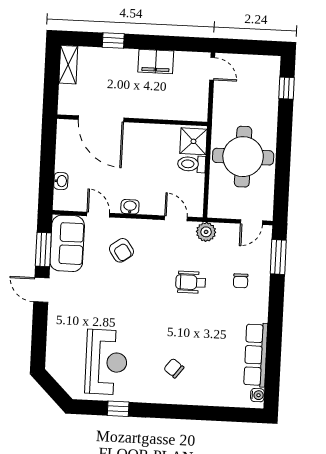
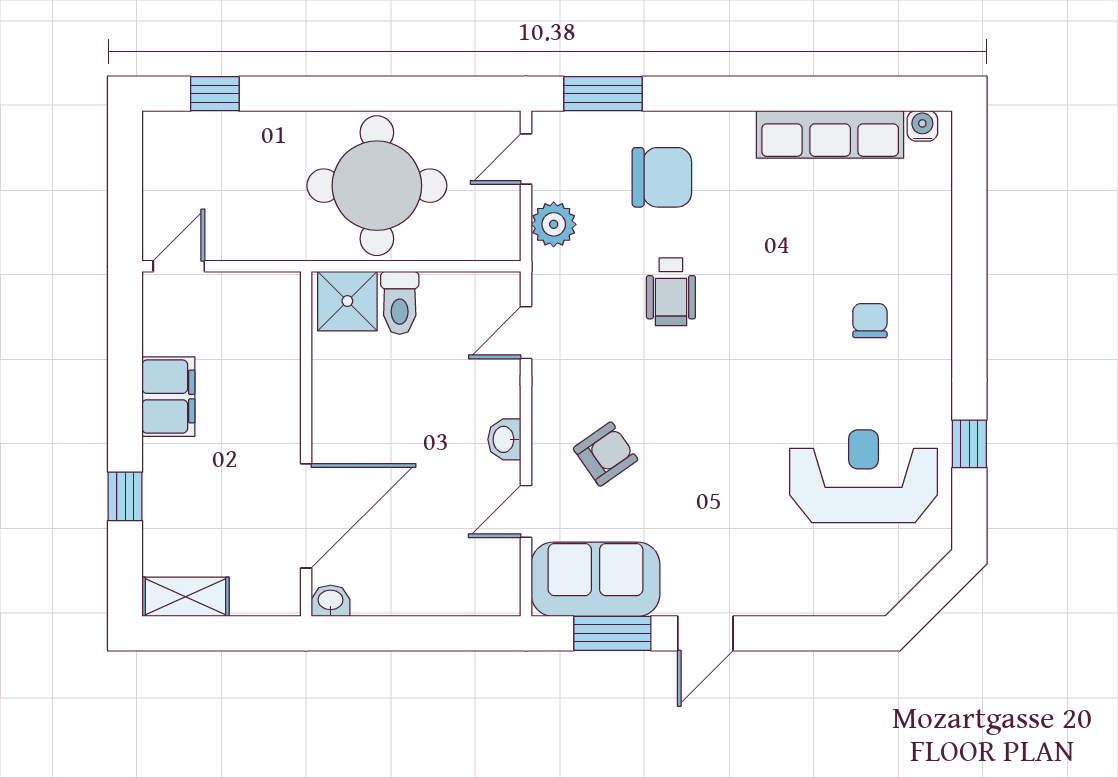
washbasin: (61, 181) -> (331, 601), moved
door: (251, 222) -> (526, 159), swing flipped
plant: (206, 232) -> (554, 224), moved
chair: (241, 281) -> (662, 177), width x1.87, depth x1.87
chair: (174, 368) -> (870, 321), turned 143

